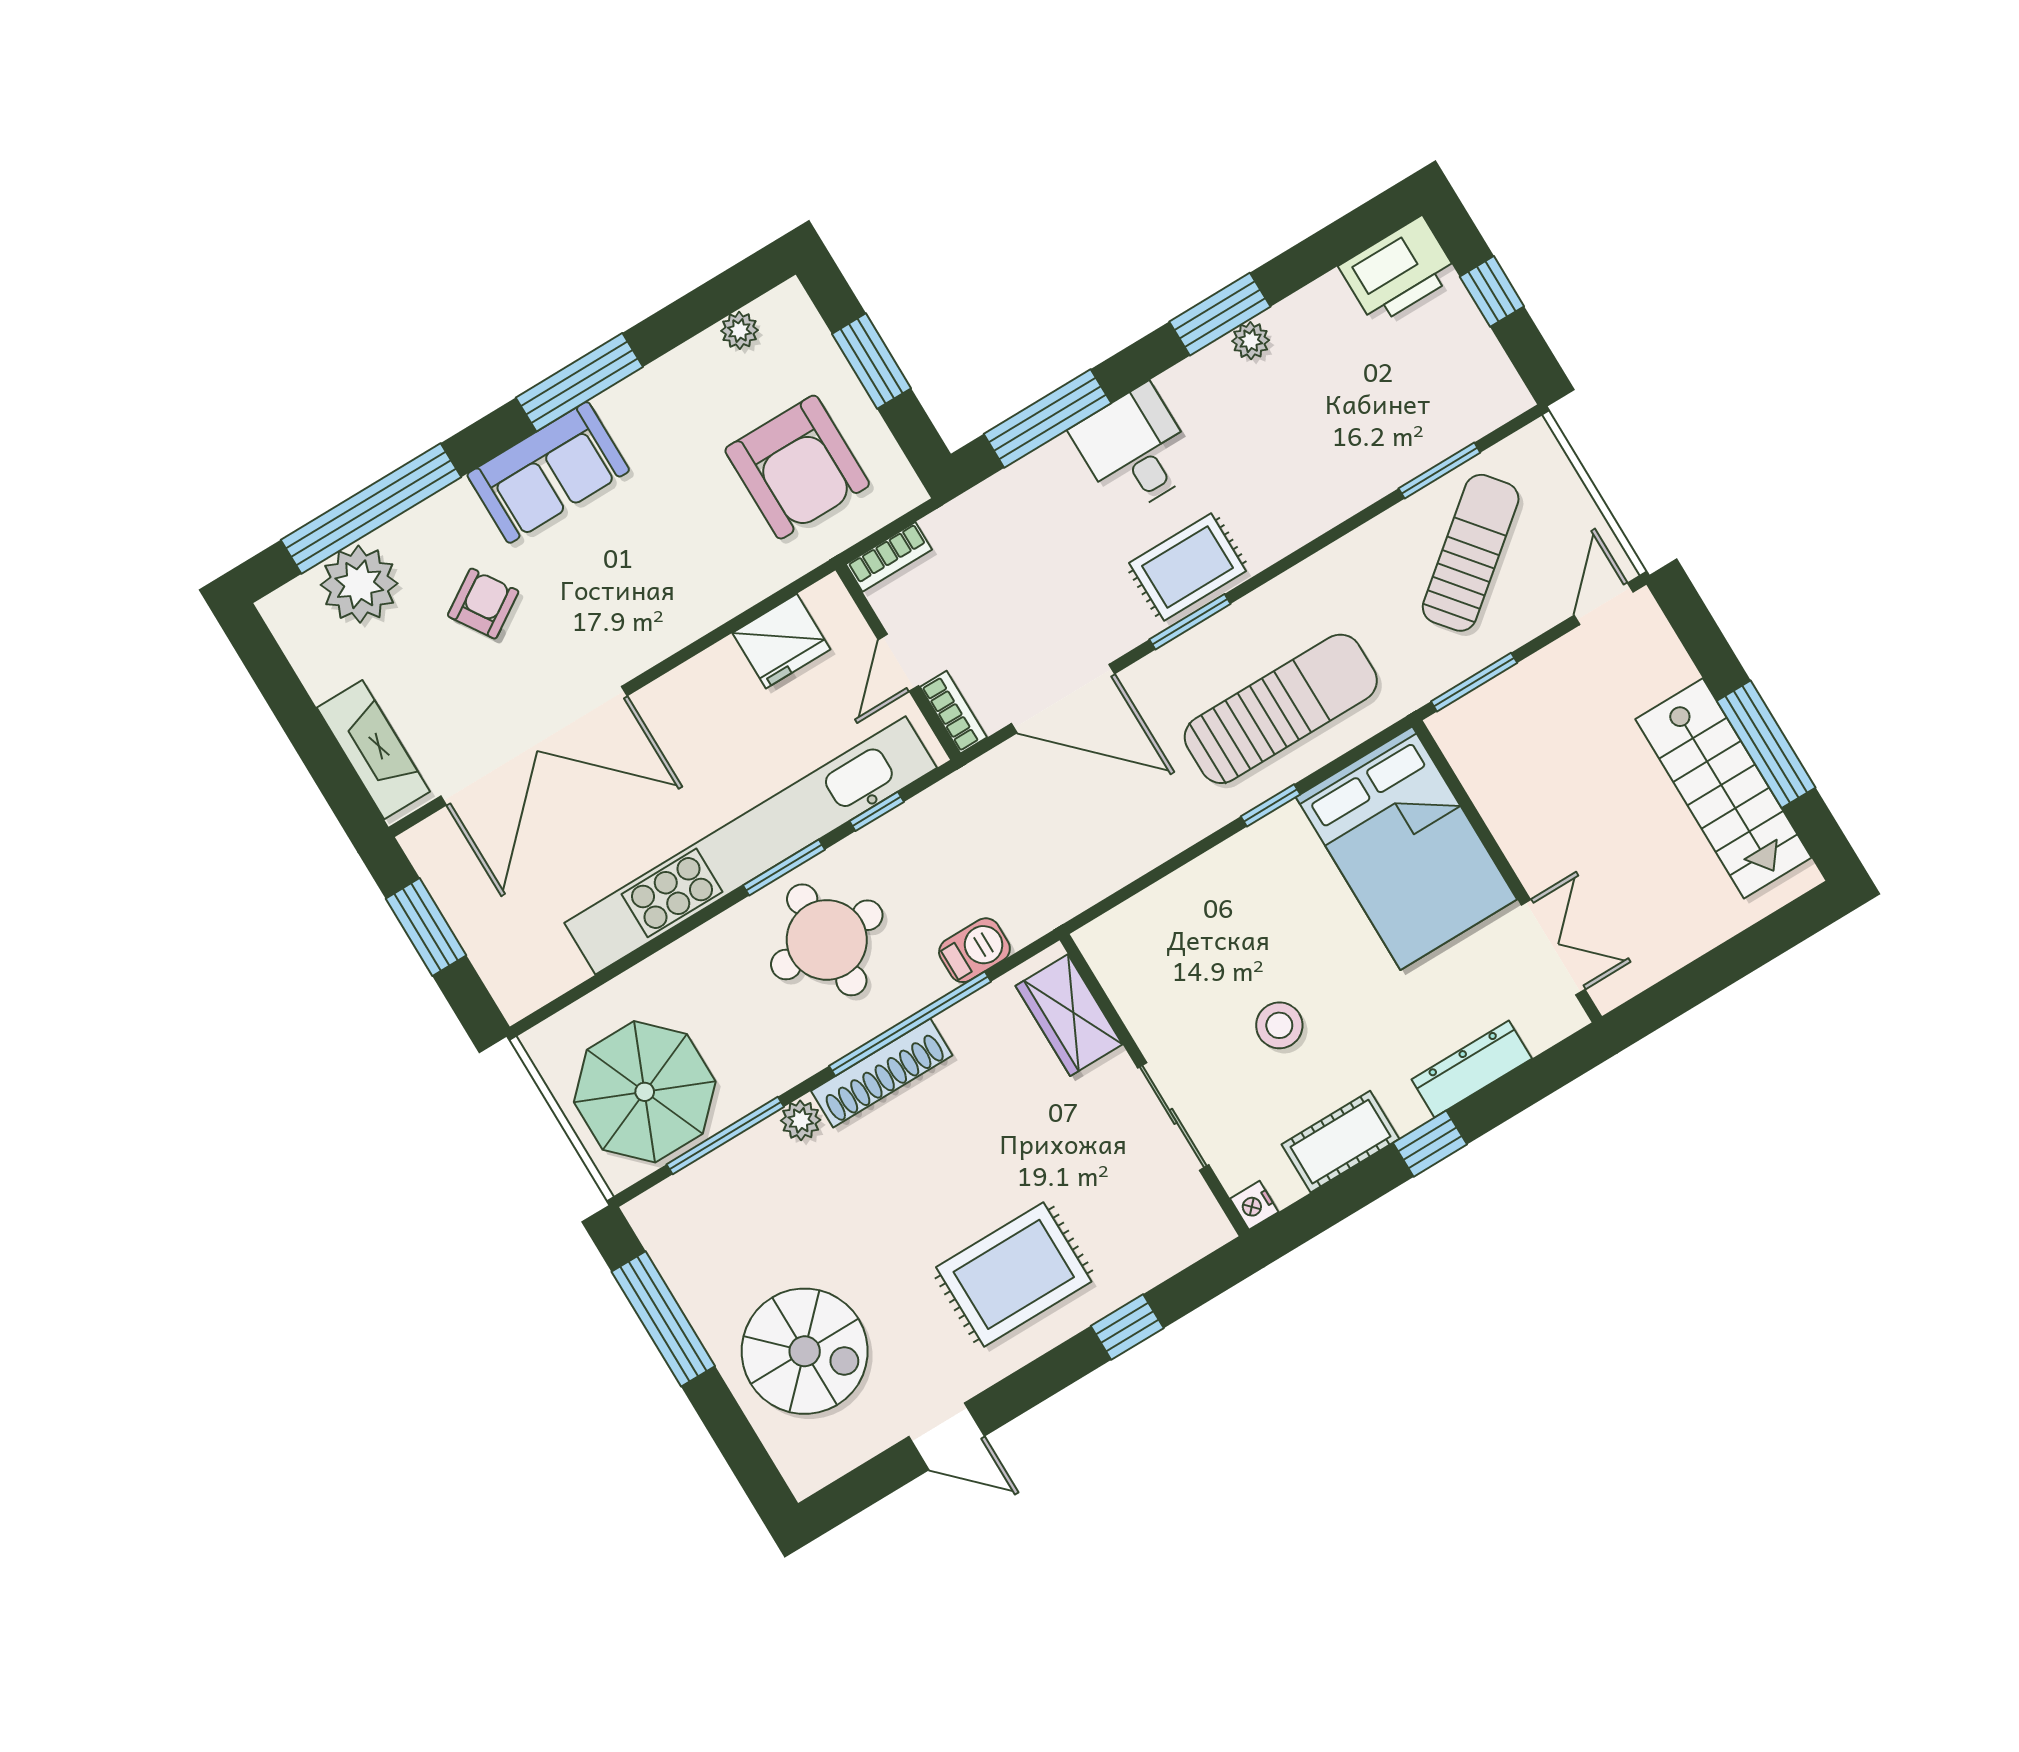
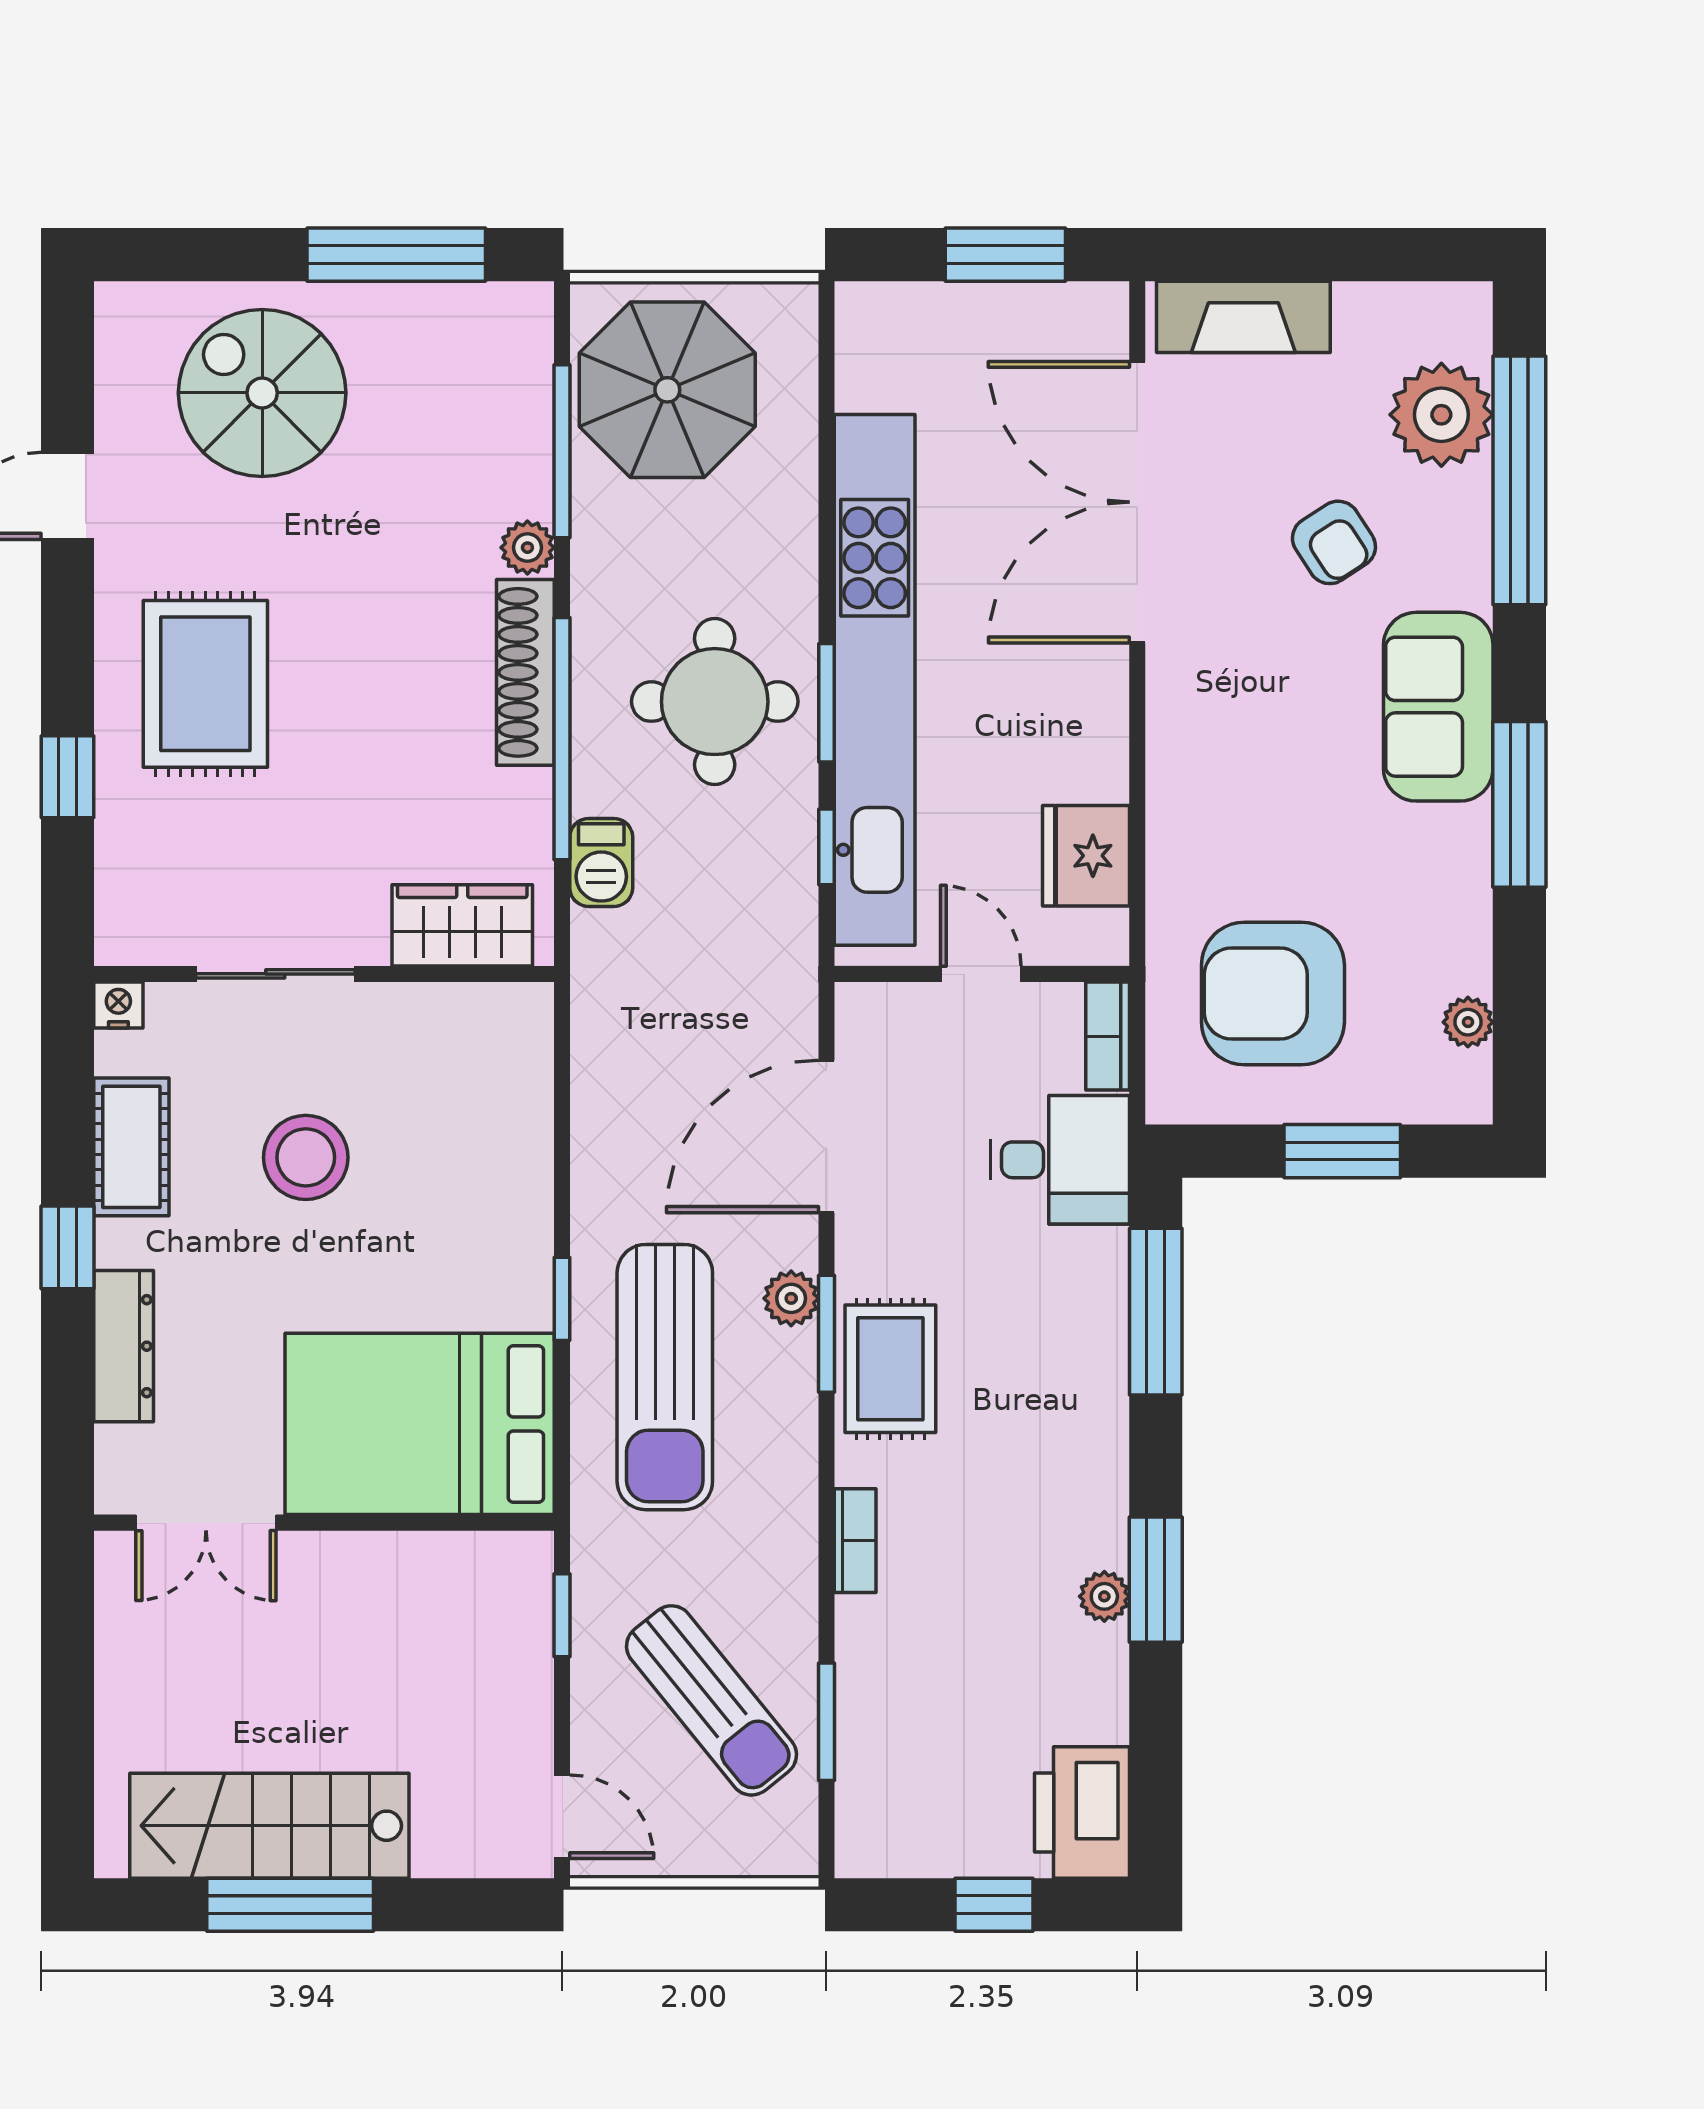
desk: (1135, 450) -> (1060, 1160), moved
plant: (1181, 658) -> (791, 1298), added
window: (1474, 682) -> (562, 1615), width x0.67
bookcase: (954, 712) -> (855, 1541), moved, turned -90
stool: (1279, 1025) -> (306, 1157), width x1.38, depth x1.38
spiral stairs: (805, 1351) -> (262, 393), turned 90

